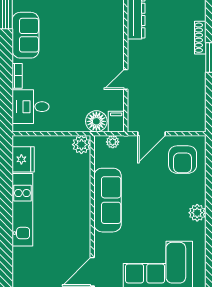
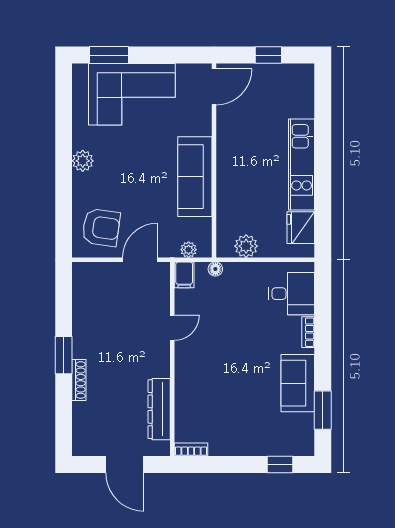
floor lamp: (96, 121) -> (215, 269), width x0.53, depth x0.53
plant: (81, 145) -> (246, 246), moved
armchair: (183, 160) -> (101, 227), turned 98

